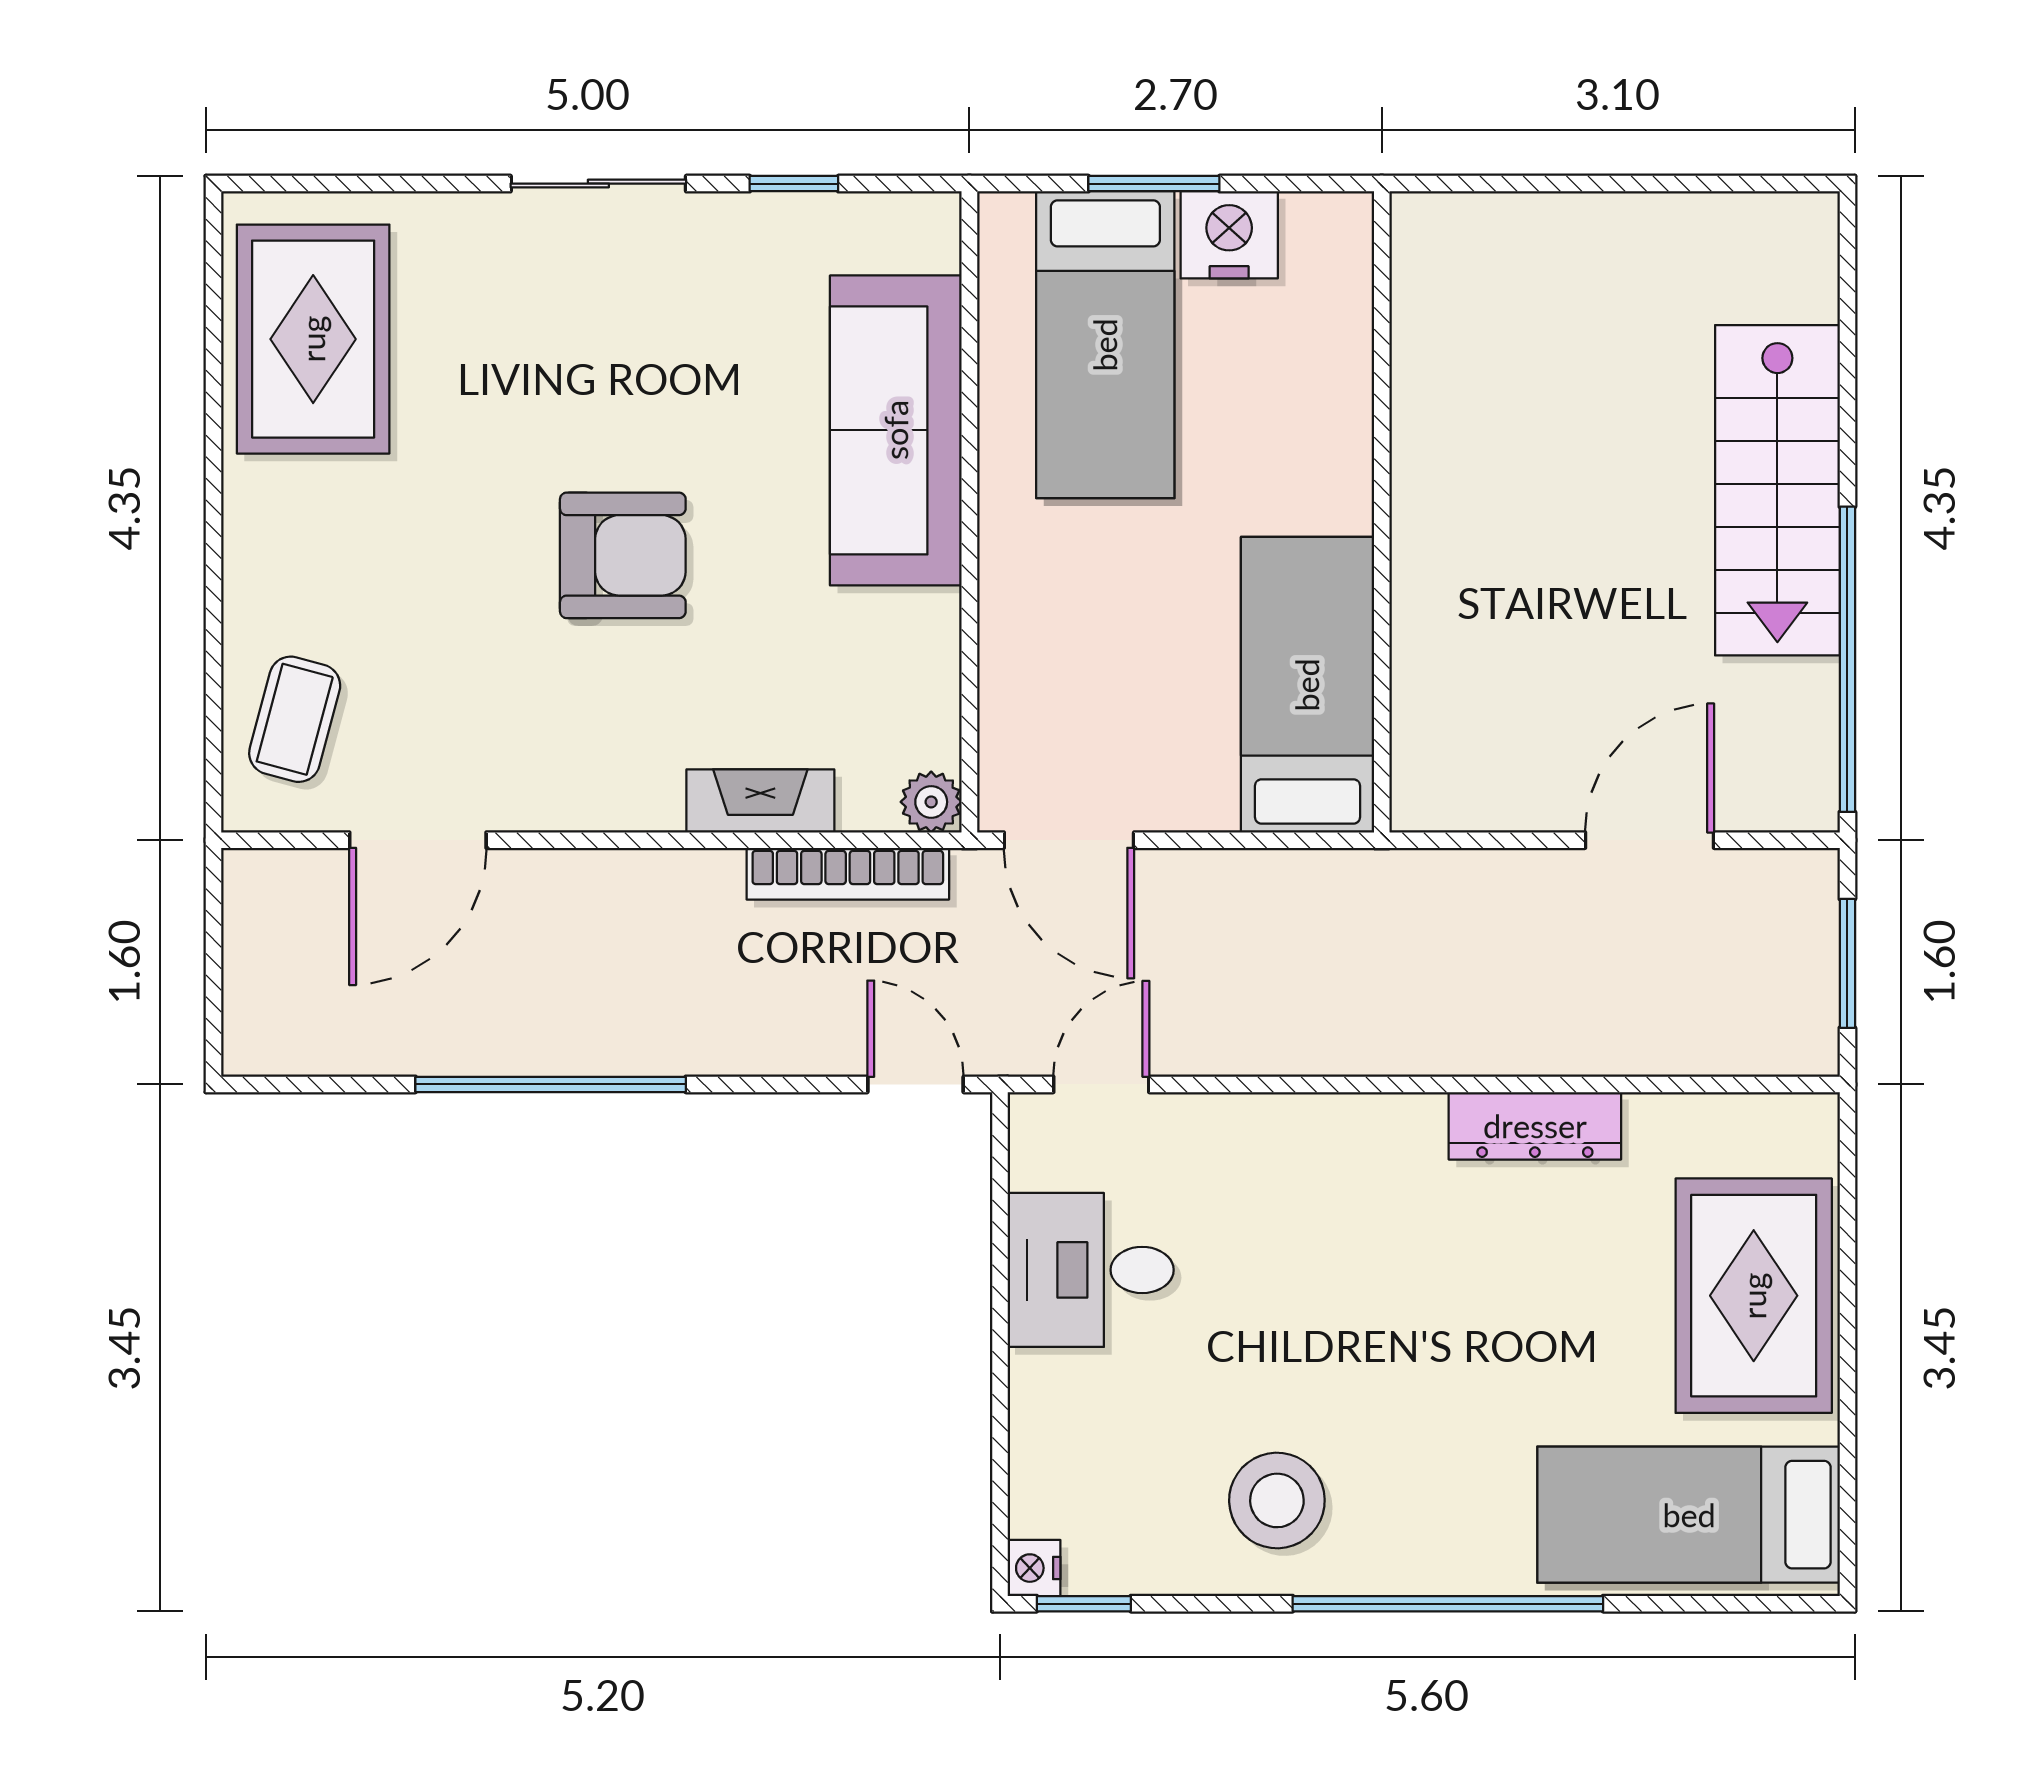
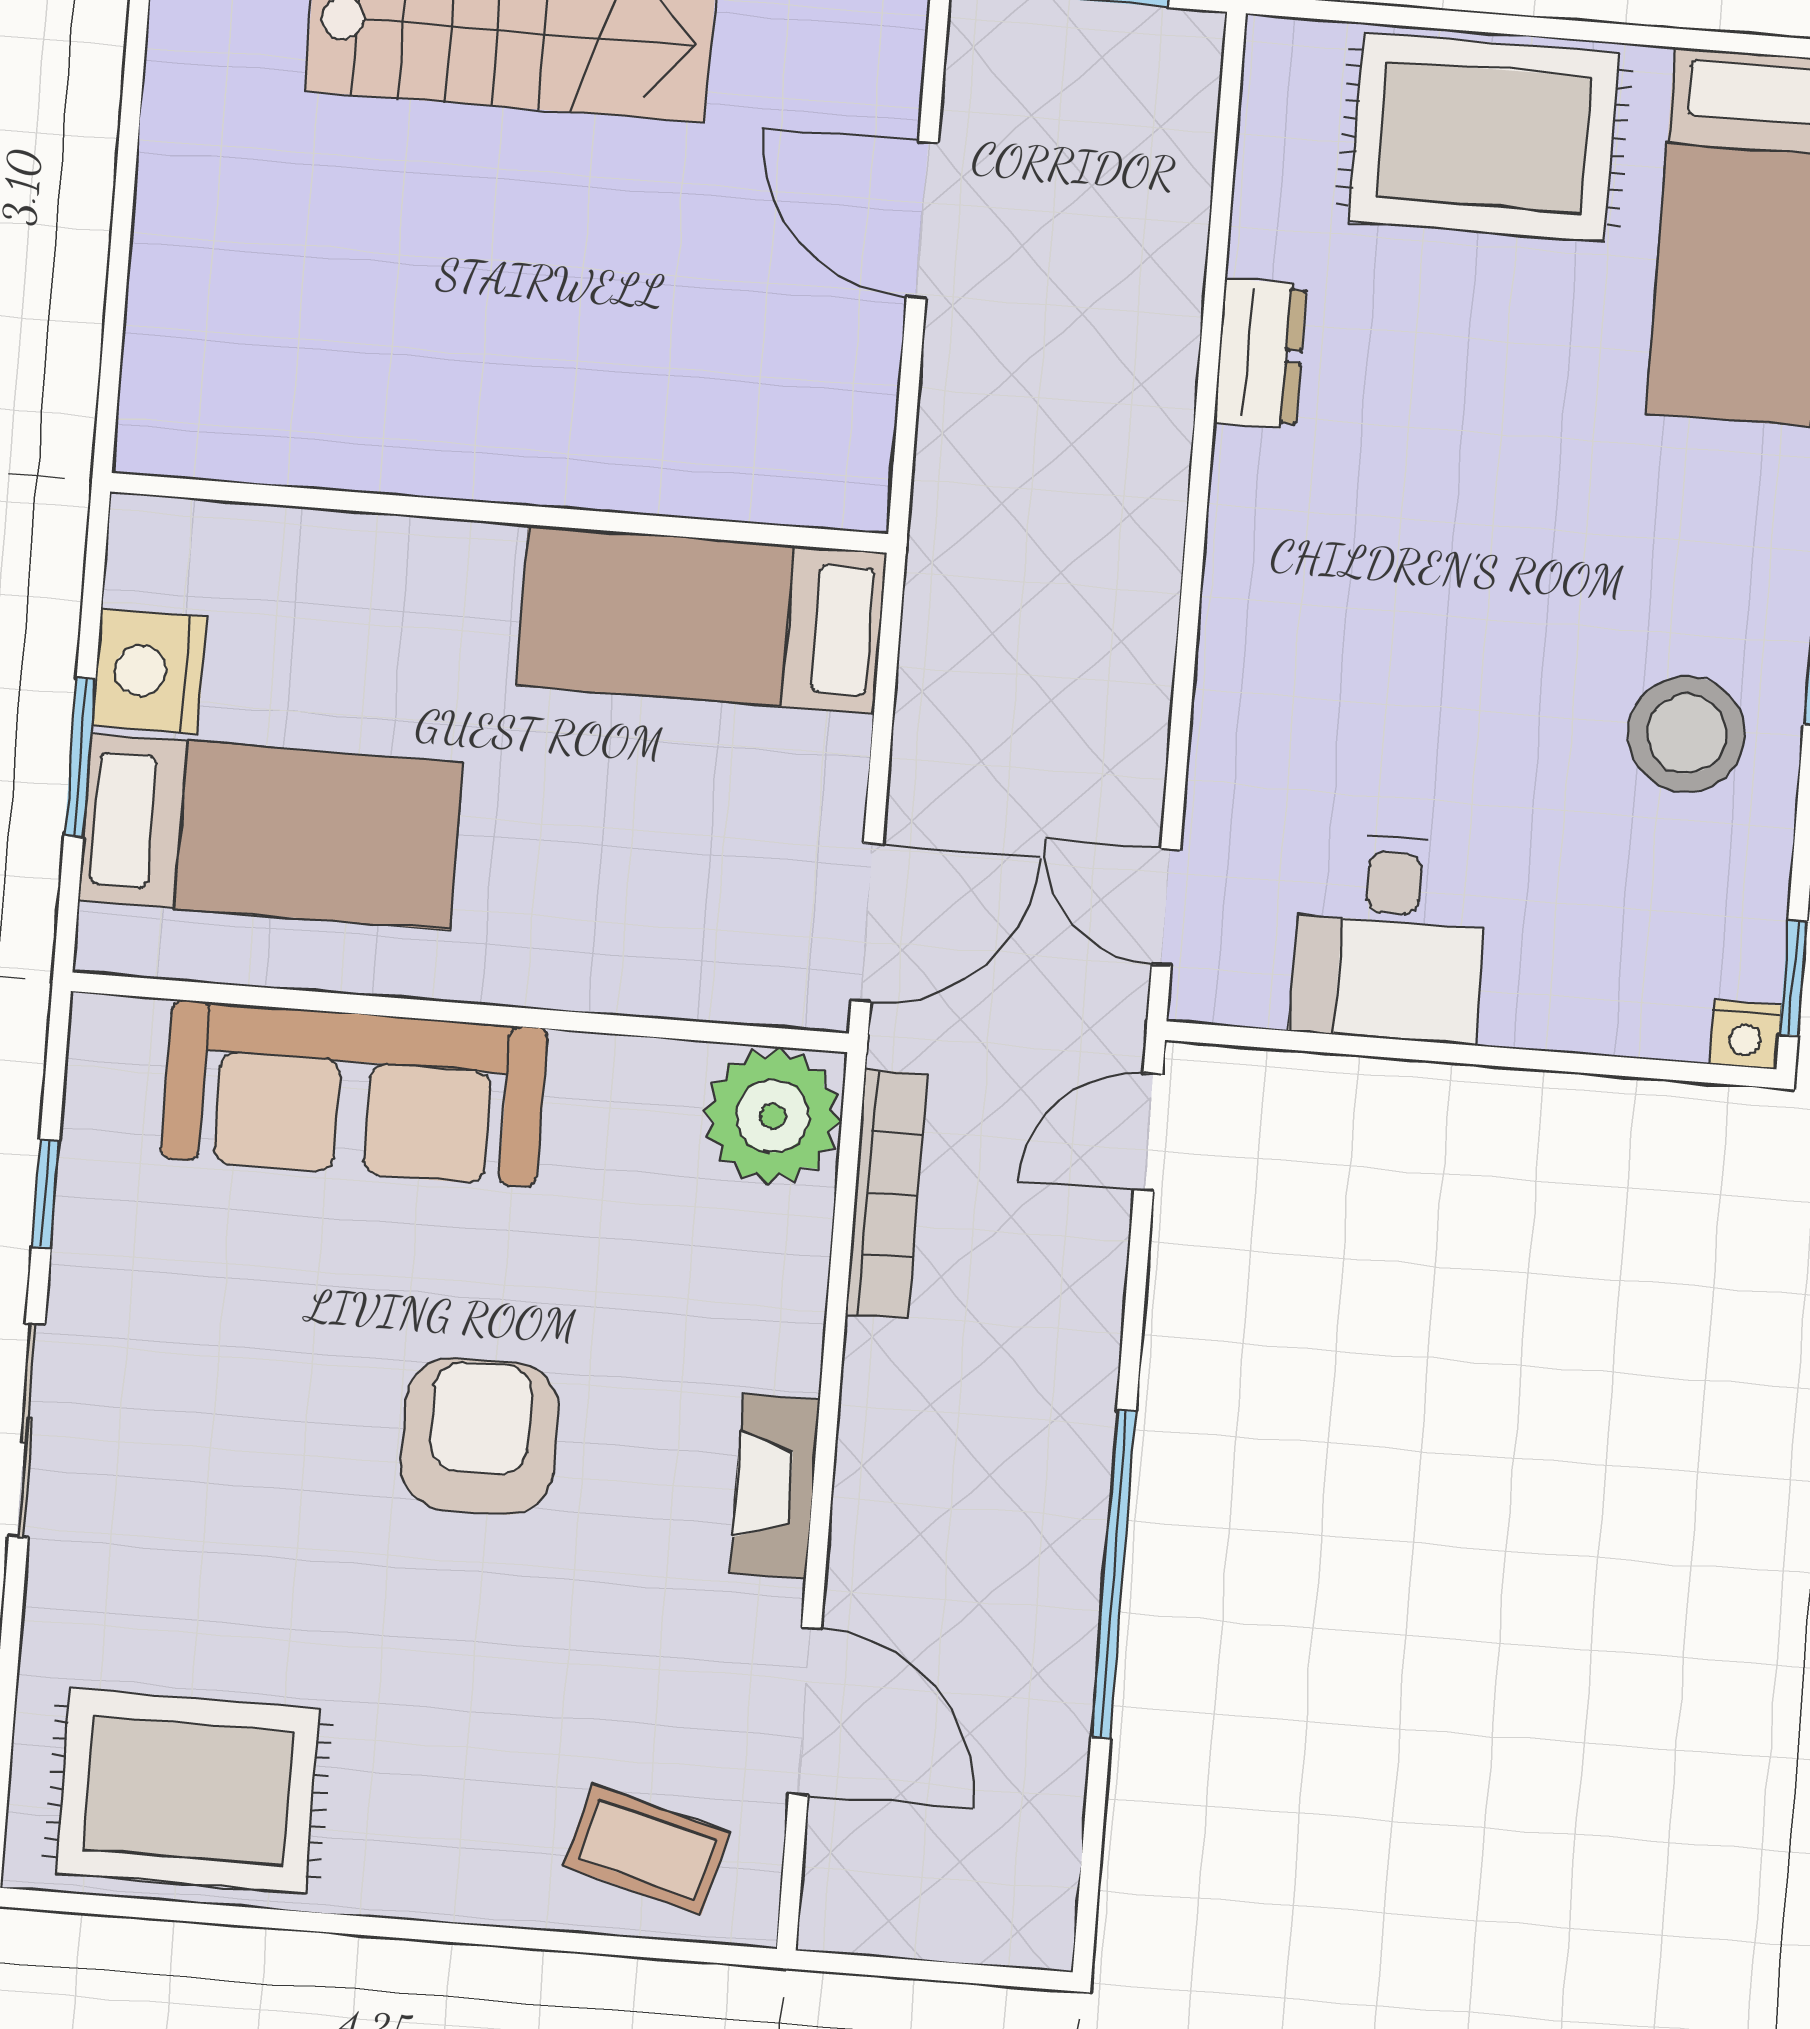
fireplace: (760, 801) -> (775, 1486), moved
plant: (931, 802) -> (773, 1116), width x1.88, depth x1.88
dresser: (1535, 1126) -> (1260, 354), width x0.70

